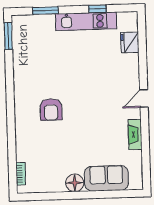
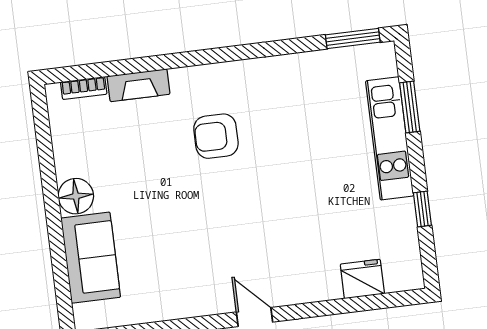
kitchen unit: (86, 21) -> (390, 138), moved
fireplace: (135, 134) -> (138, 85), moved, turned 180

